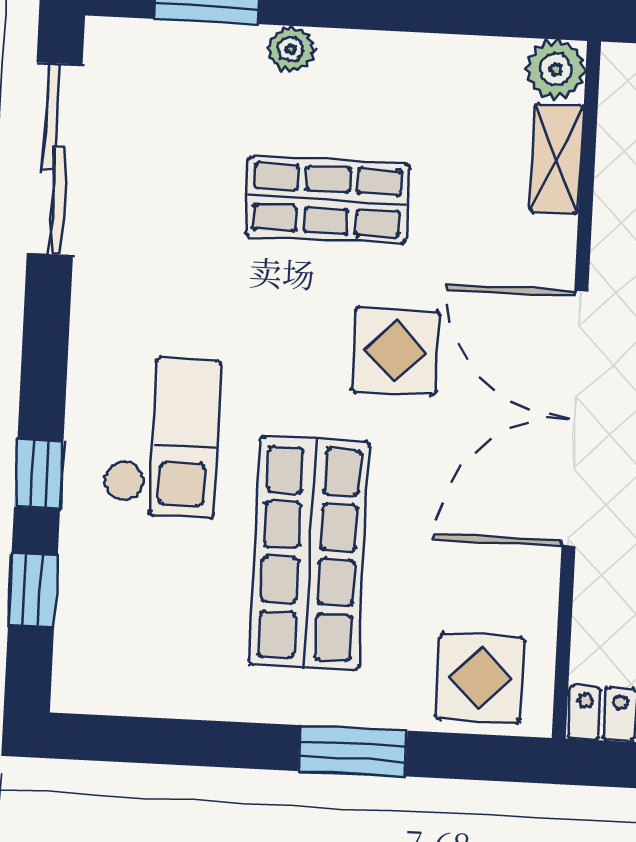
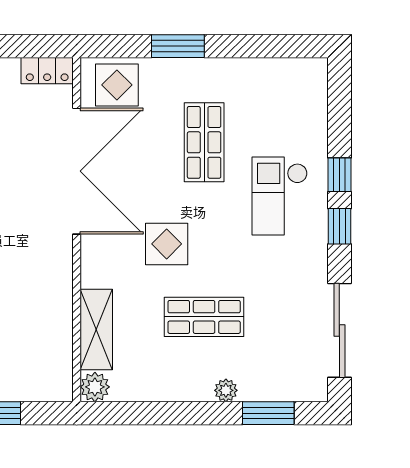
shelving: (557, 159) -> (96, 330), width x1.50, depth x1.33
double door: (575, 419) -> (77, 171), moved
shop shelf: (309, 553) -> (204, 142), width x0.70, depth x0.74
window: (33, 591) -> (339, 226), moved

